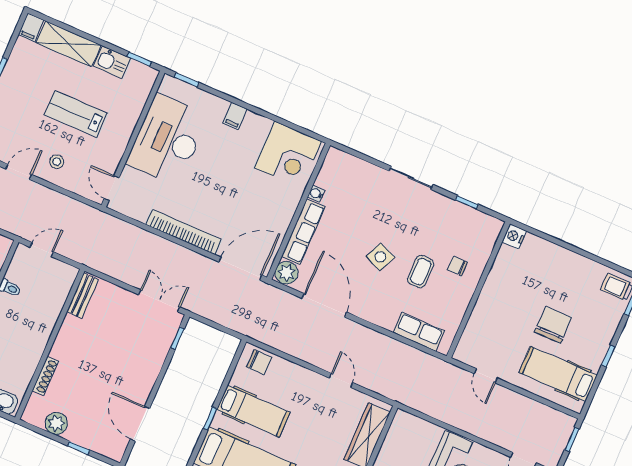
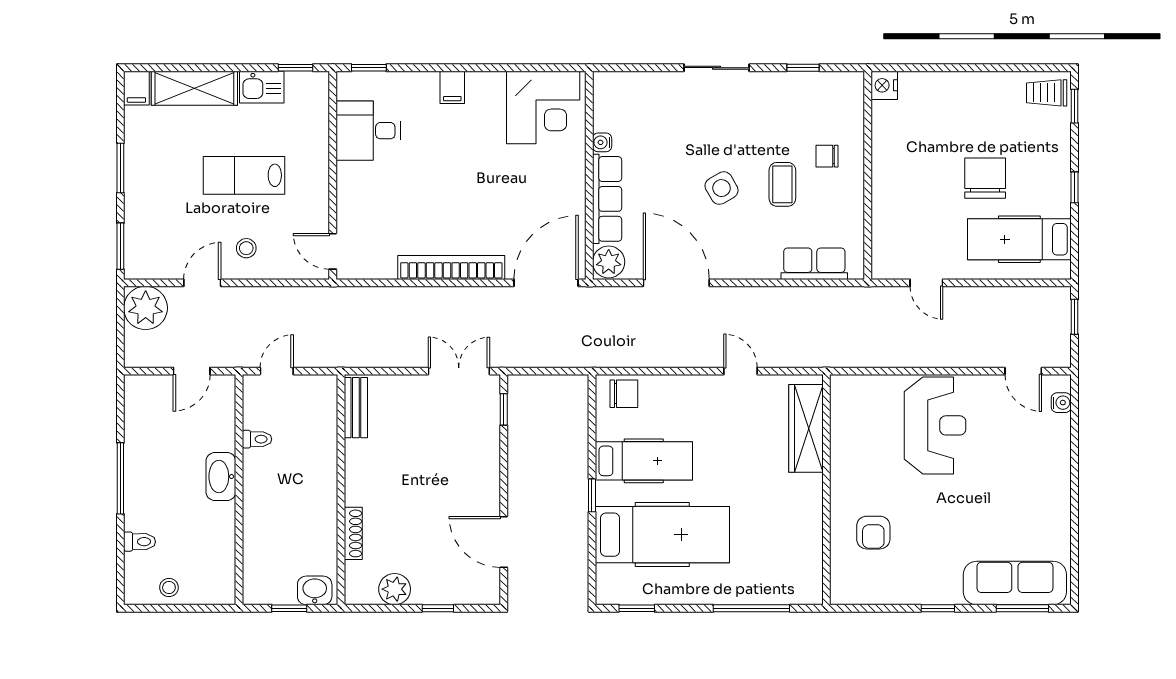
desk: (167, 140) -> (368, 131), width x0.53, depth x0.77
side table: (380, 257) -> (722, 188), turned 37

